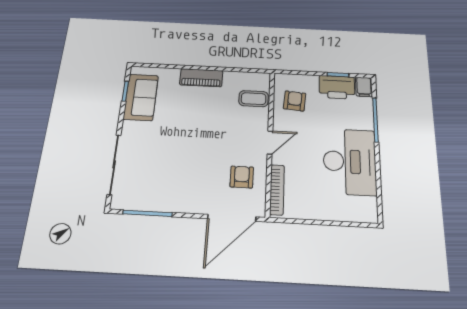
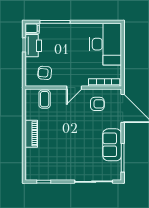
sofa: (141, 97) -> (112, 145), moved, turned -90
door: (270, 142) -> (74, 88), swing flipped
desk: (350, 162) -> (106, 44), moved, turned 90
armchair: (242, 177) -> (97, 104), turned 180

